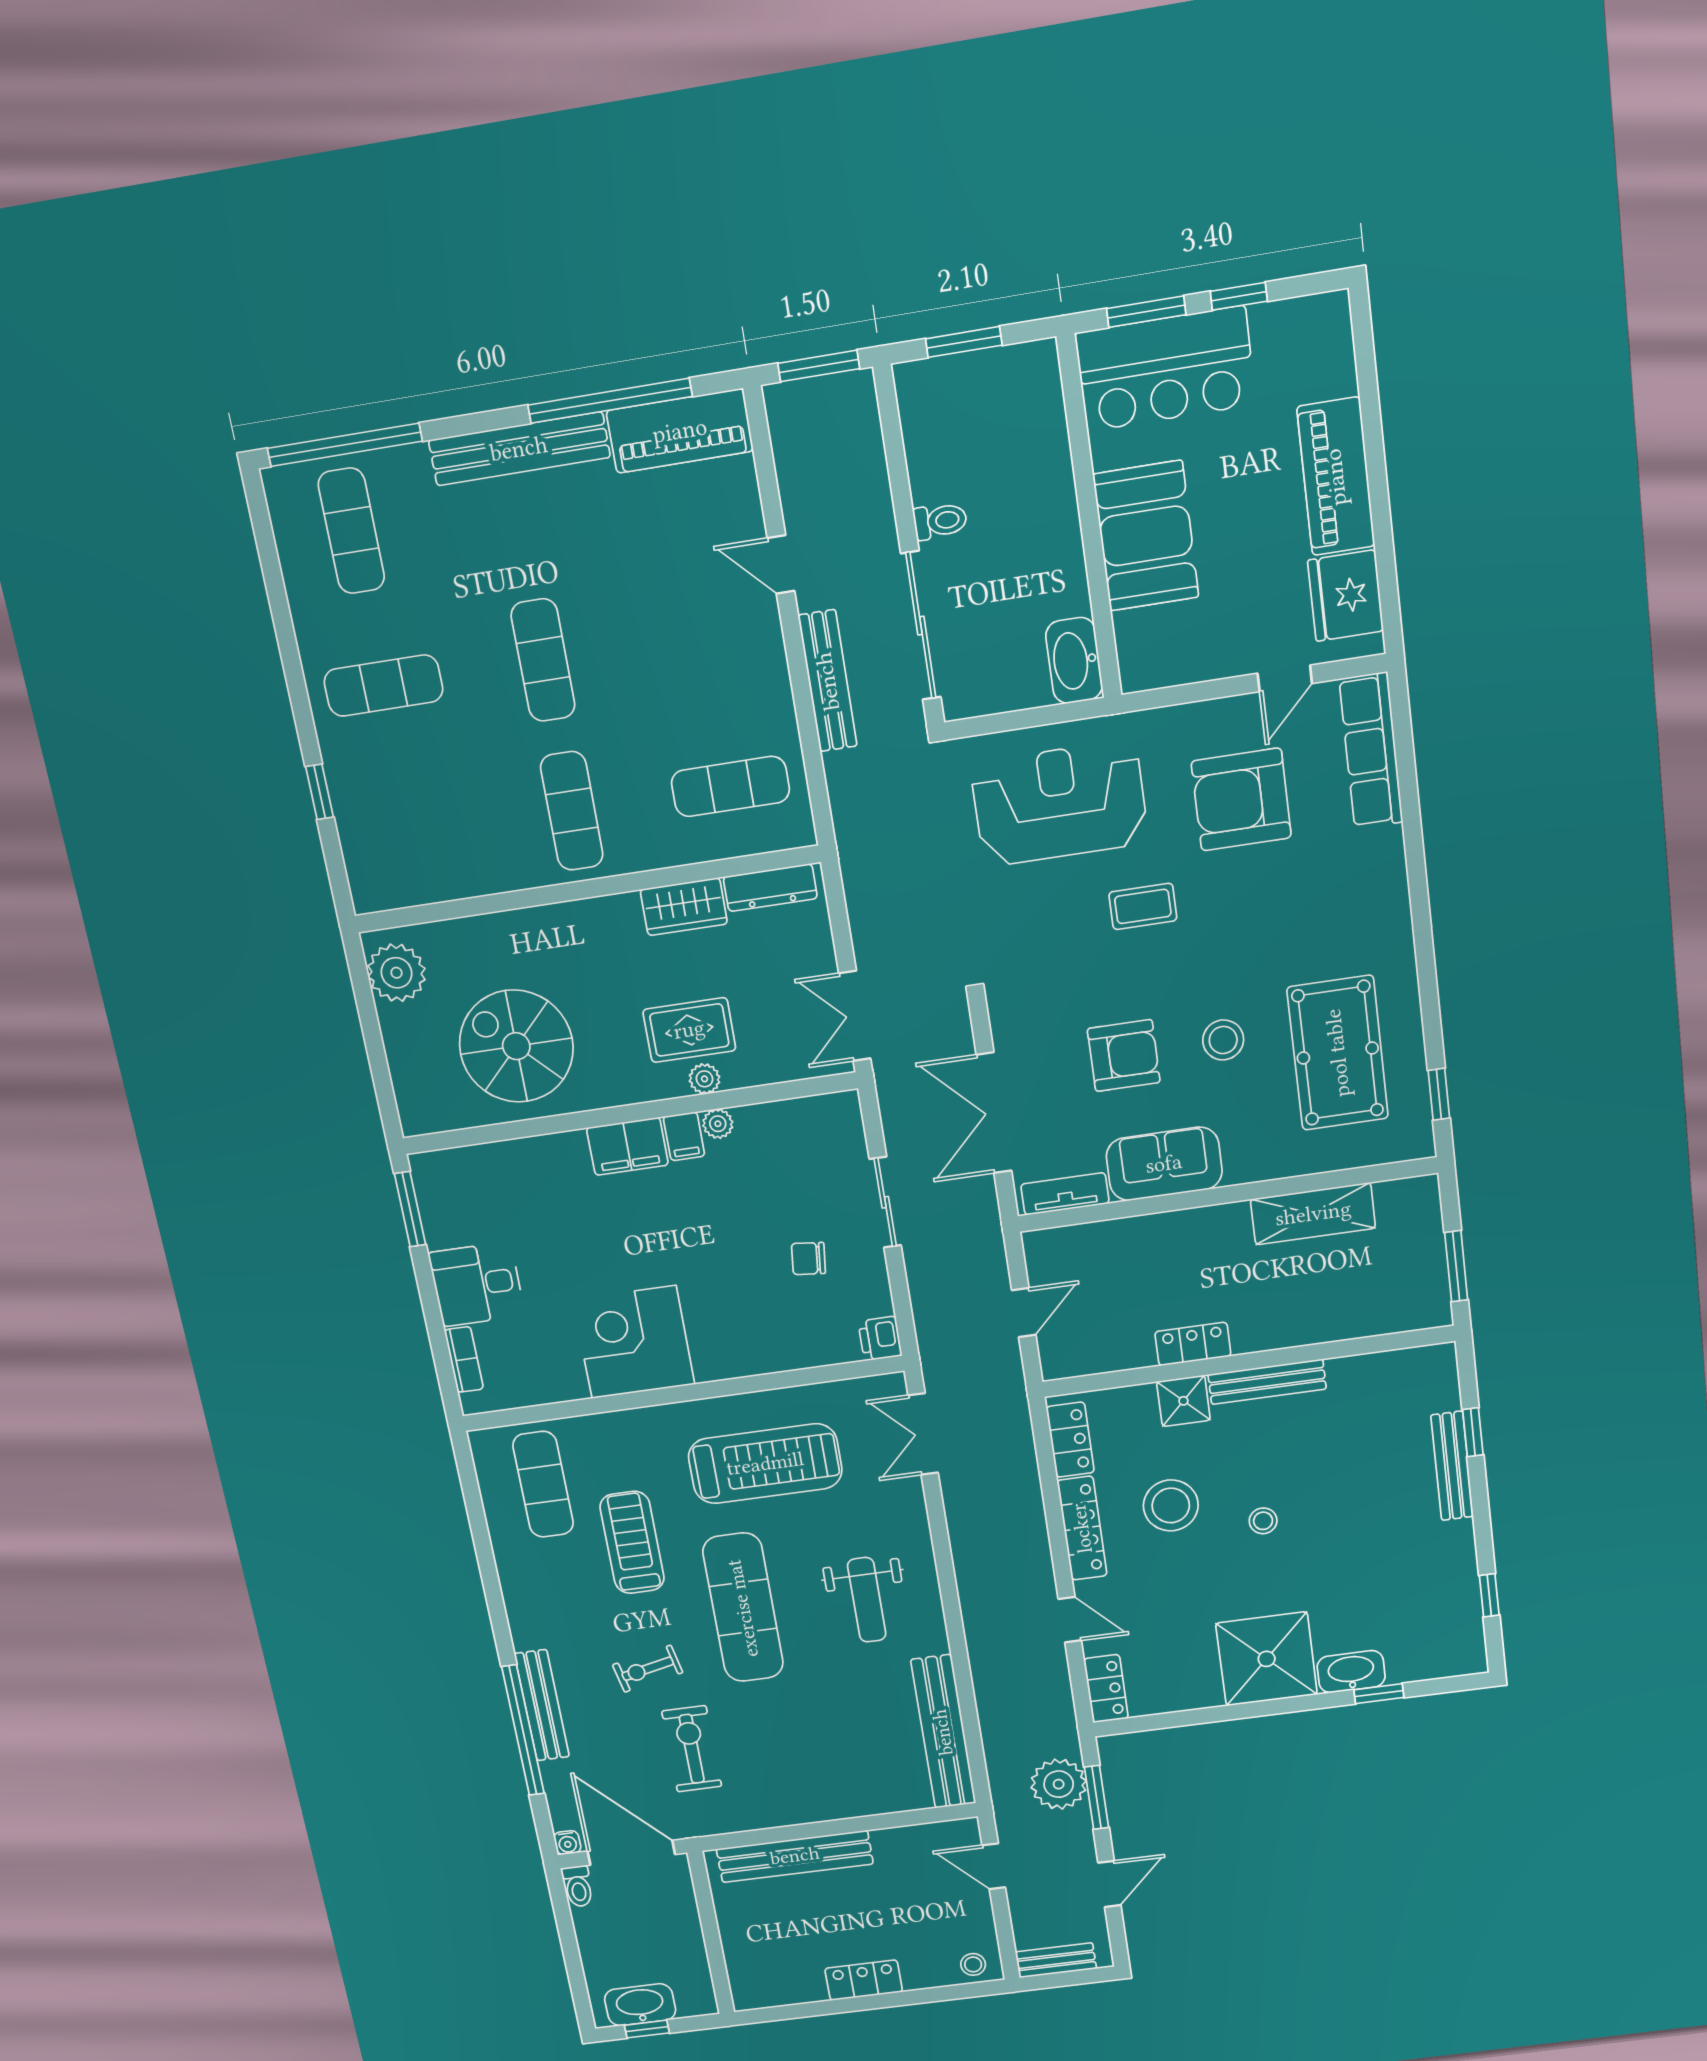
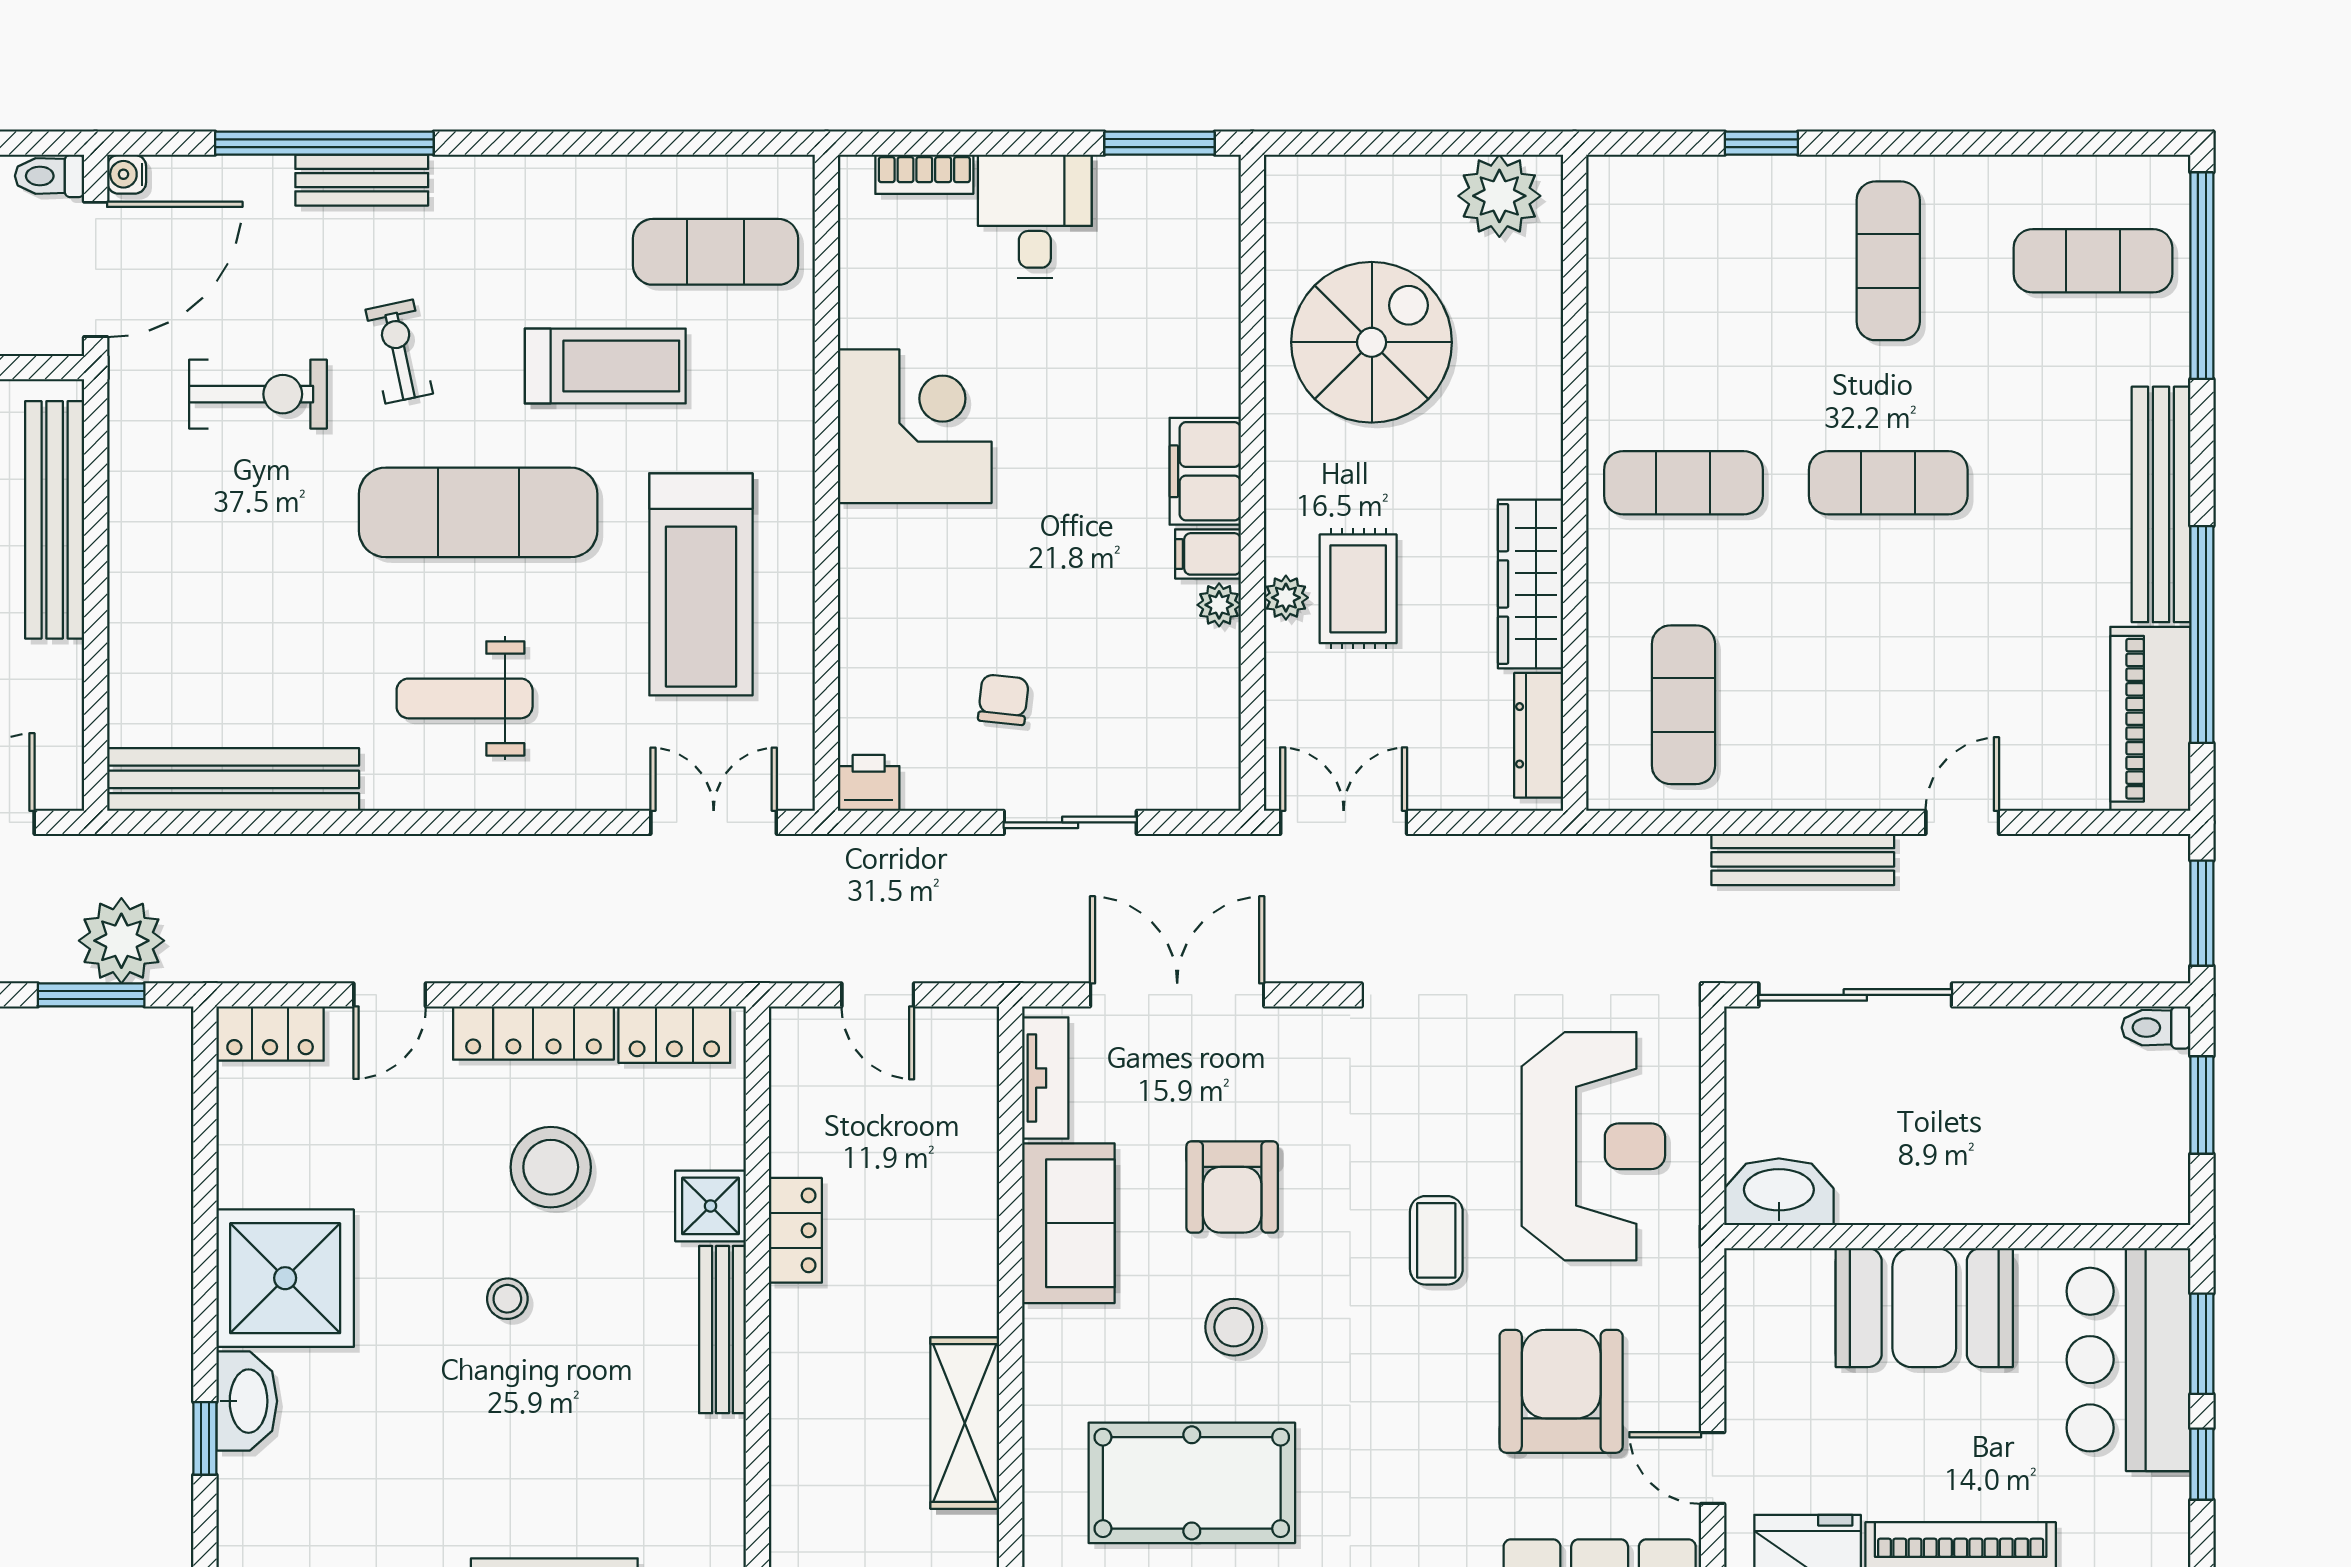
toilet: (940, 521) -> (2156, 1028), moved, turned 90
wardrobe: (684, 907) -> (1530, 584), width x1.50
bench: (542, 1705) -> (362, 180), width x0.73

